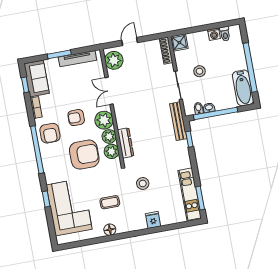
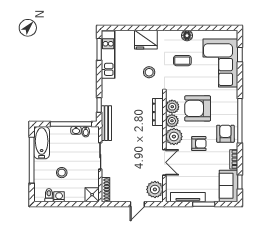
stool: (199, 71) -> (62, 173), moved
window: (46, 199) -> (240, 55), moved
fridge: (153, 220) -> (146, 40), width x1.88, depth x1.34

